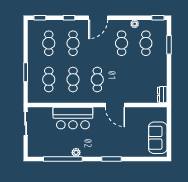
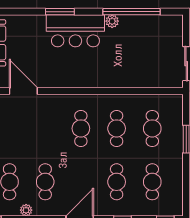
door: (115, 105) -> (23, 91), moved
bar counter: (73, 118) -> (75, 31), moved, turned 180

